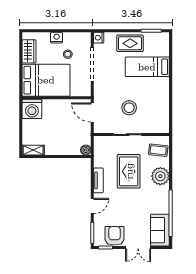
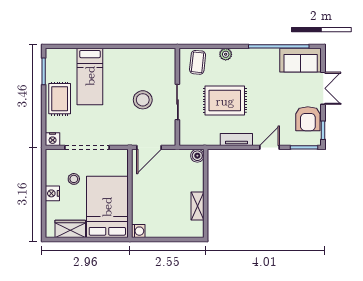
washing machine: (32, 109) -> (138, 231), width x0.53, depth x0.53
shelving: (33, 150) -> (197, 206), moved
plant: (160, 176) -> (226, 54), width x0.53, depth x0.53
door: (92, 206) -> (270, 147), hinge flipped
armchair: (115, 236) -> (308, 119), turned -90

